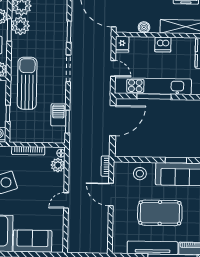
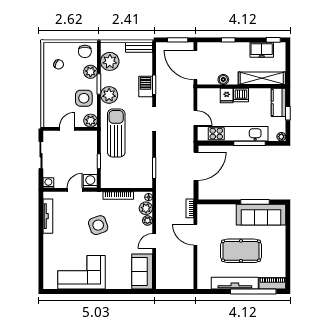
plant: (20, 26) -> (109, 95), moved
fridge: (122, 44) -> (227, 96), moved
window: (154, 97) -> (250, 143), moved
barbecue: (58, 115) -> (146, 87), moved
window: (176, 160) -> (255, 202), width x1.44
stool: (140, 174) -> (222, 215), removed
plant: (59, 178) -> (147, 221), added
sofa: (32, 241) -> (142, 272), moved, turned -90

